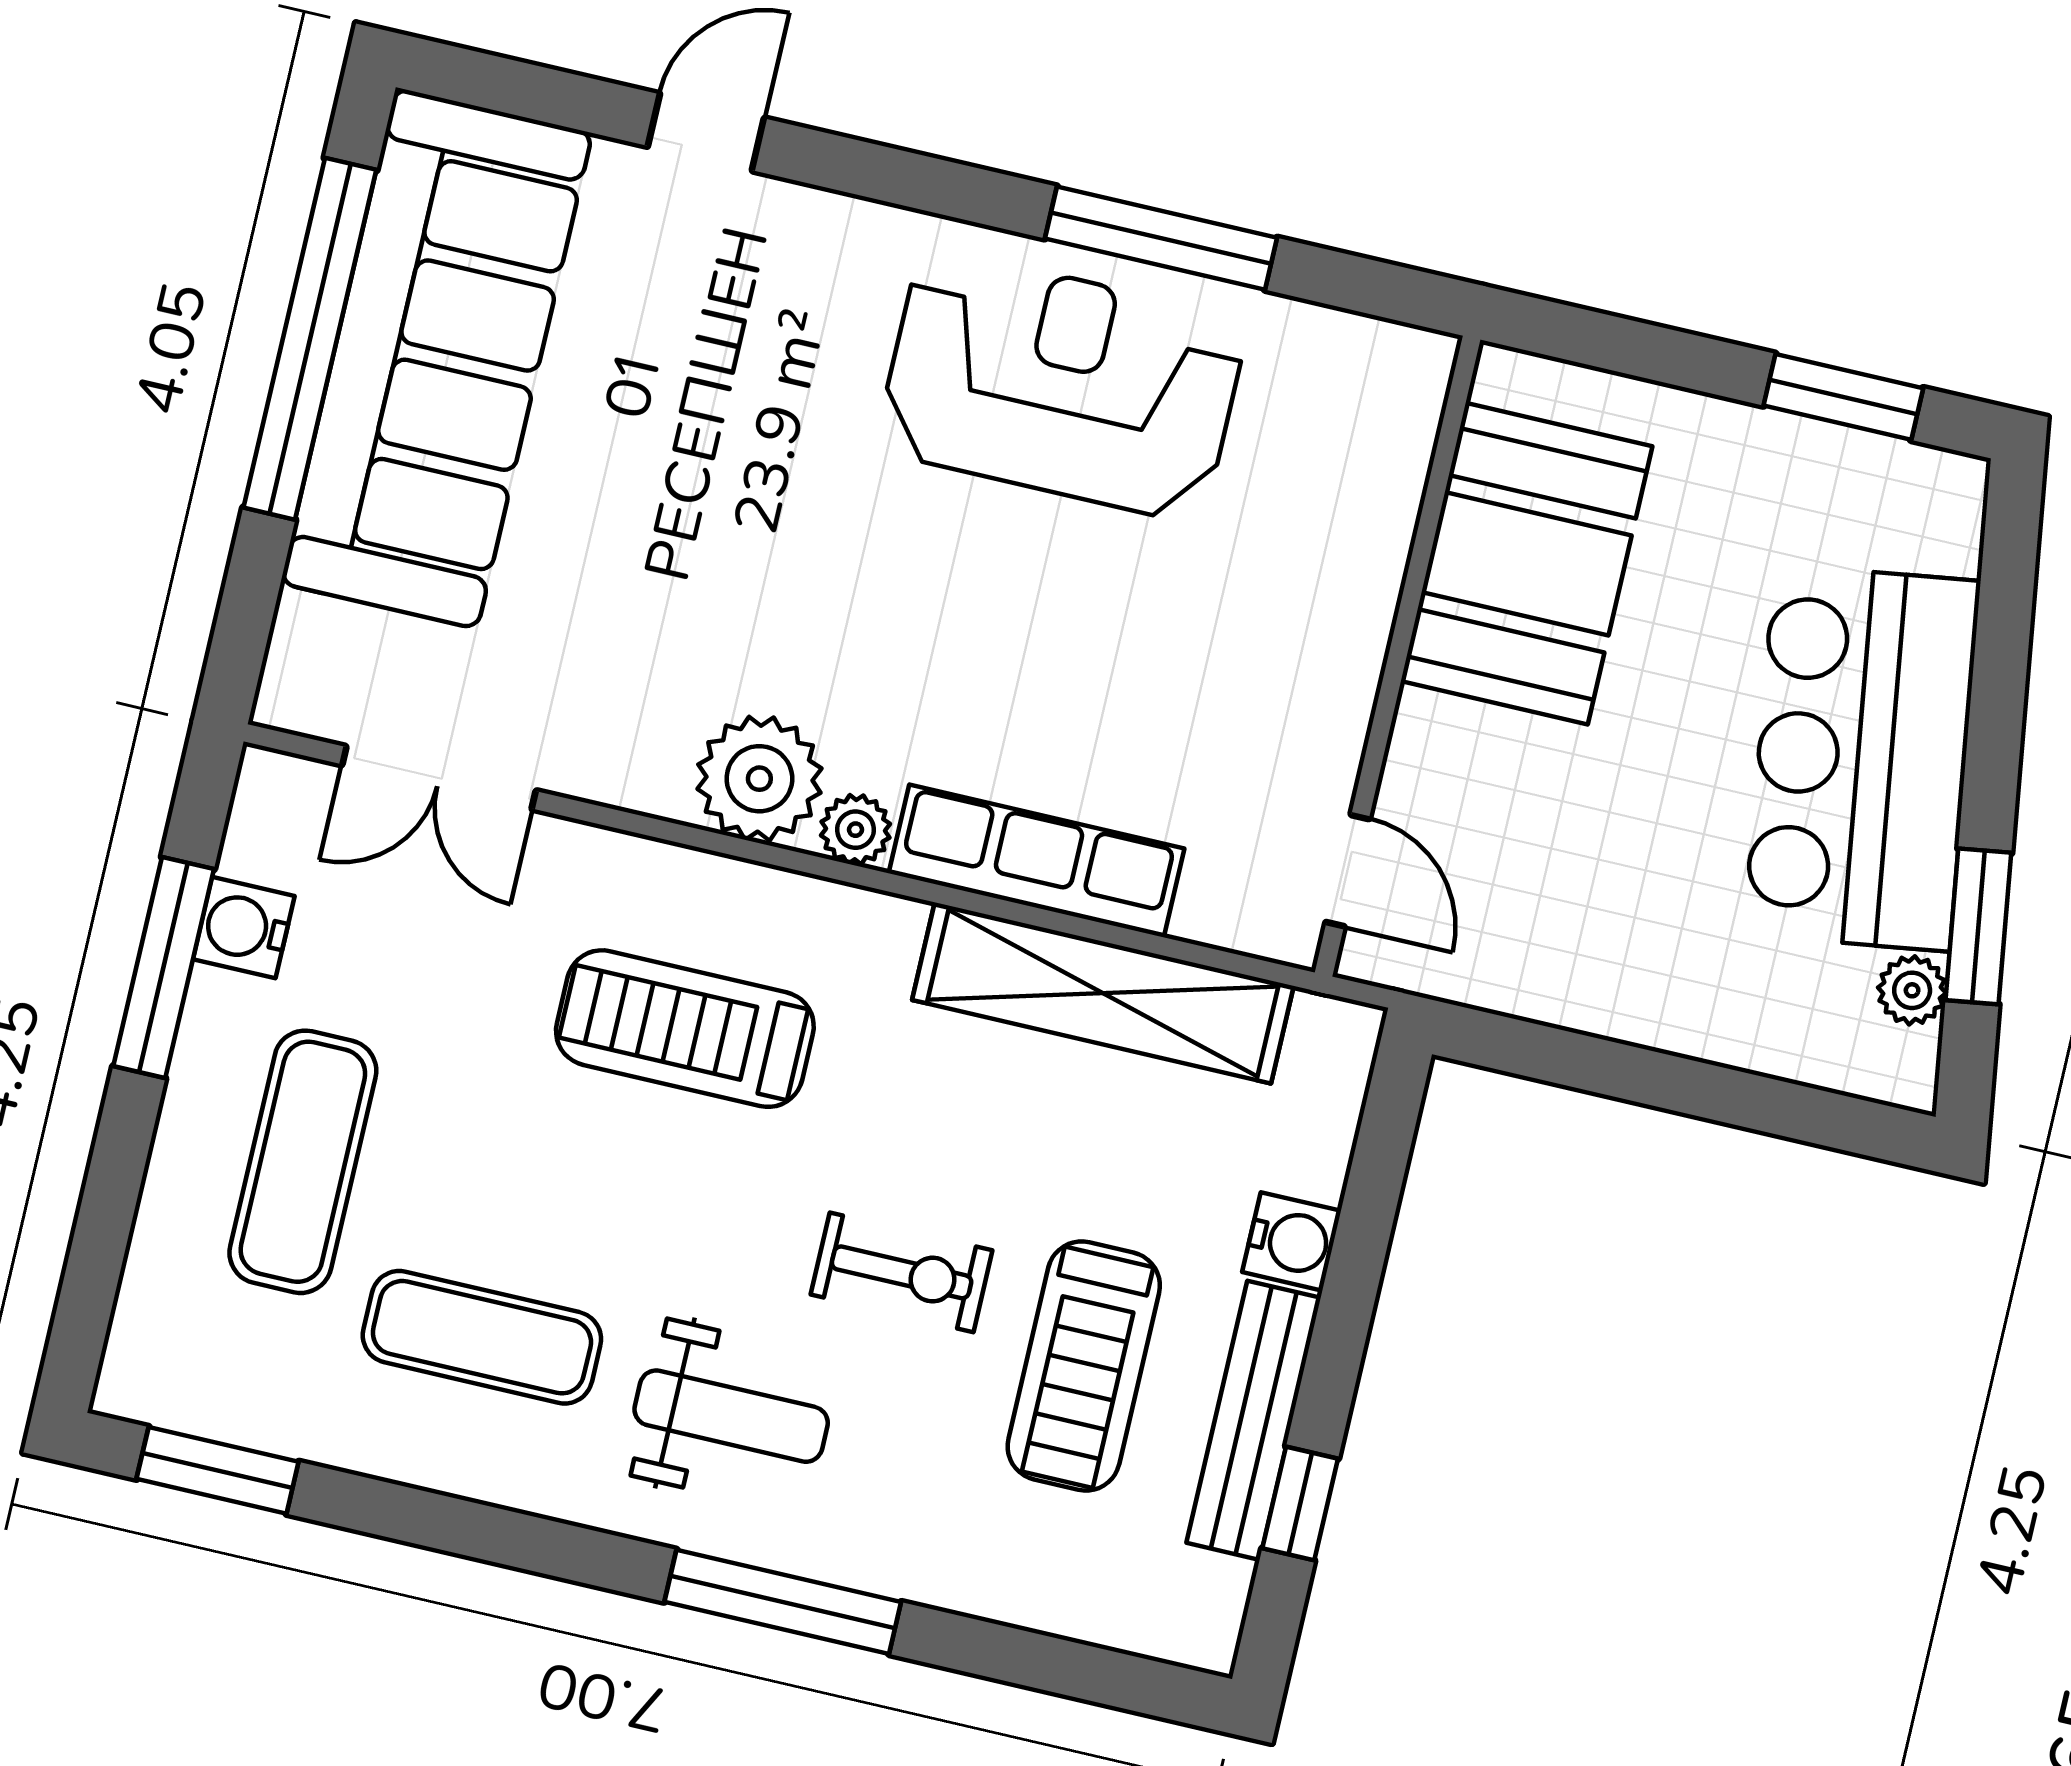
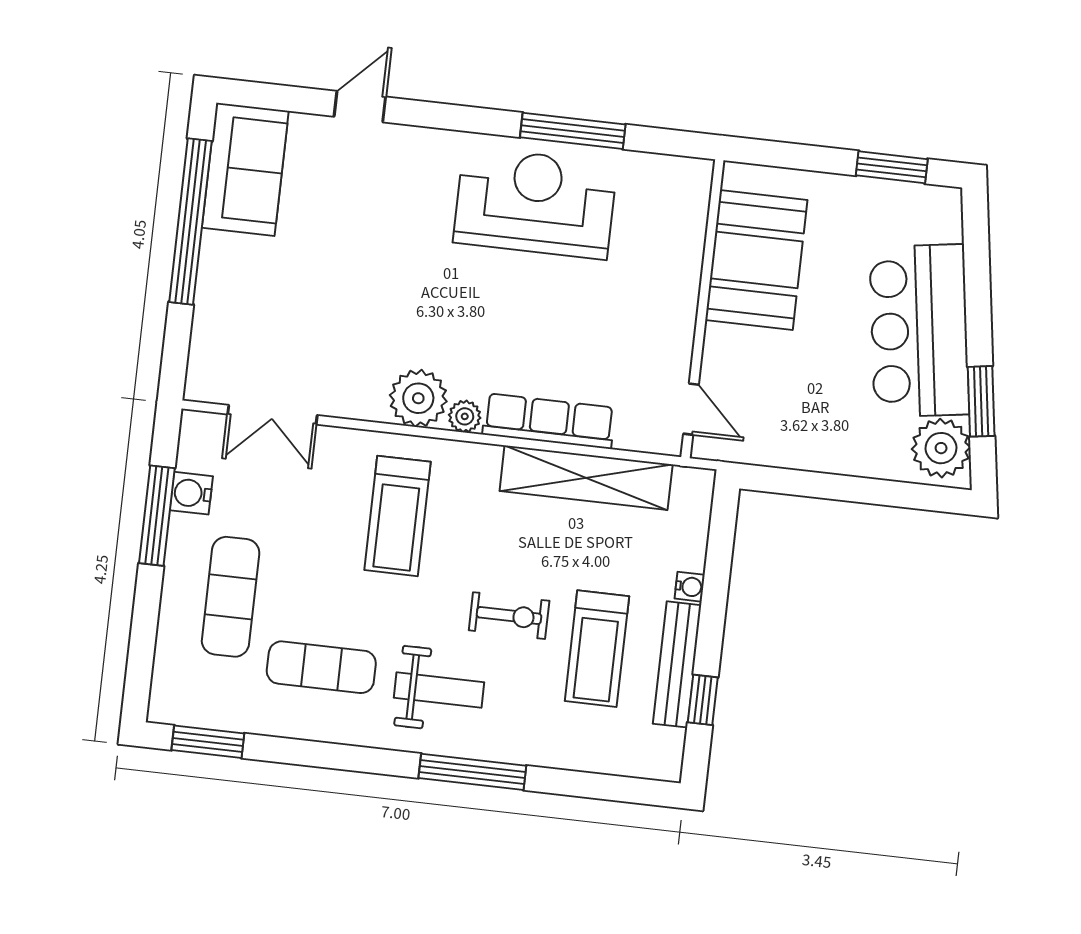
sofa: (436, 358) -> (245, 169), width x0.54, depth x0.79
plant: (1912, 990) -> (941, 448), width x1.88, depth x1.88
treadmill: (685, 1029) -> (398, 516), turned -90
water cooler: (1292, 1241) -> (690, 587), width x0.72, depth x0.72

